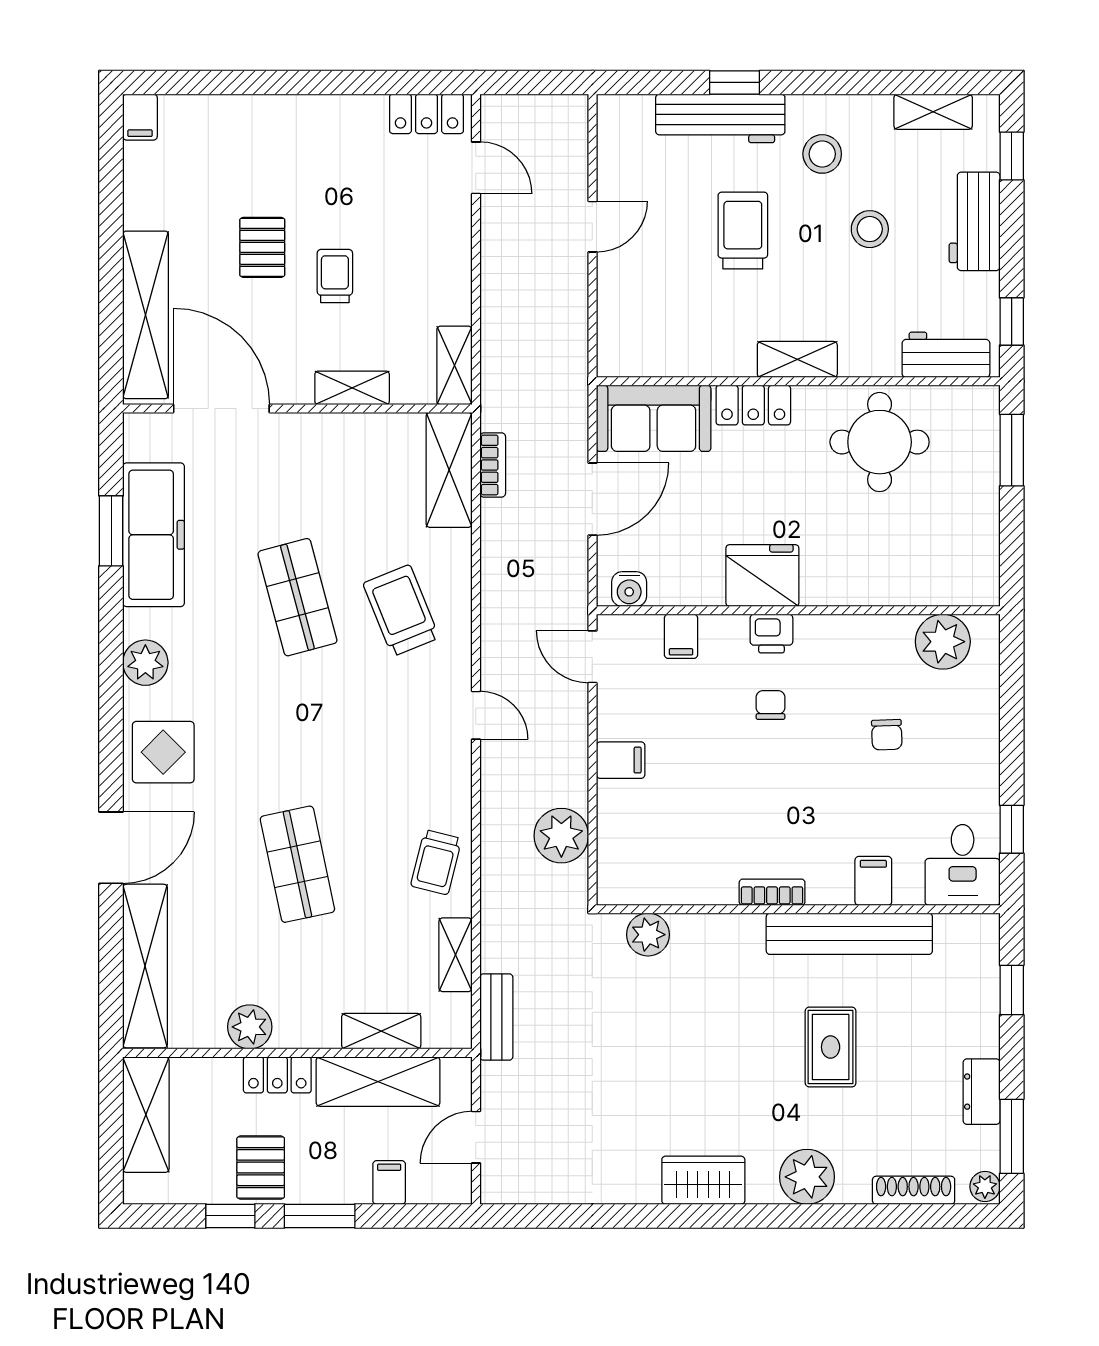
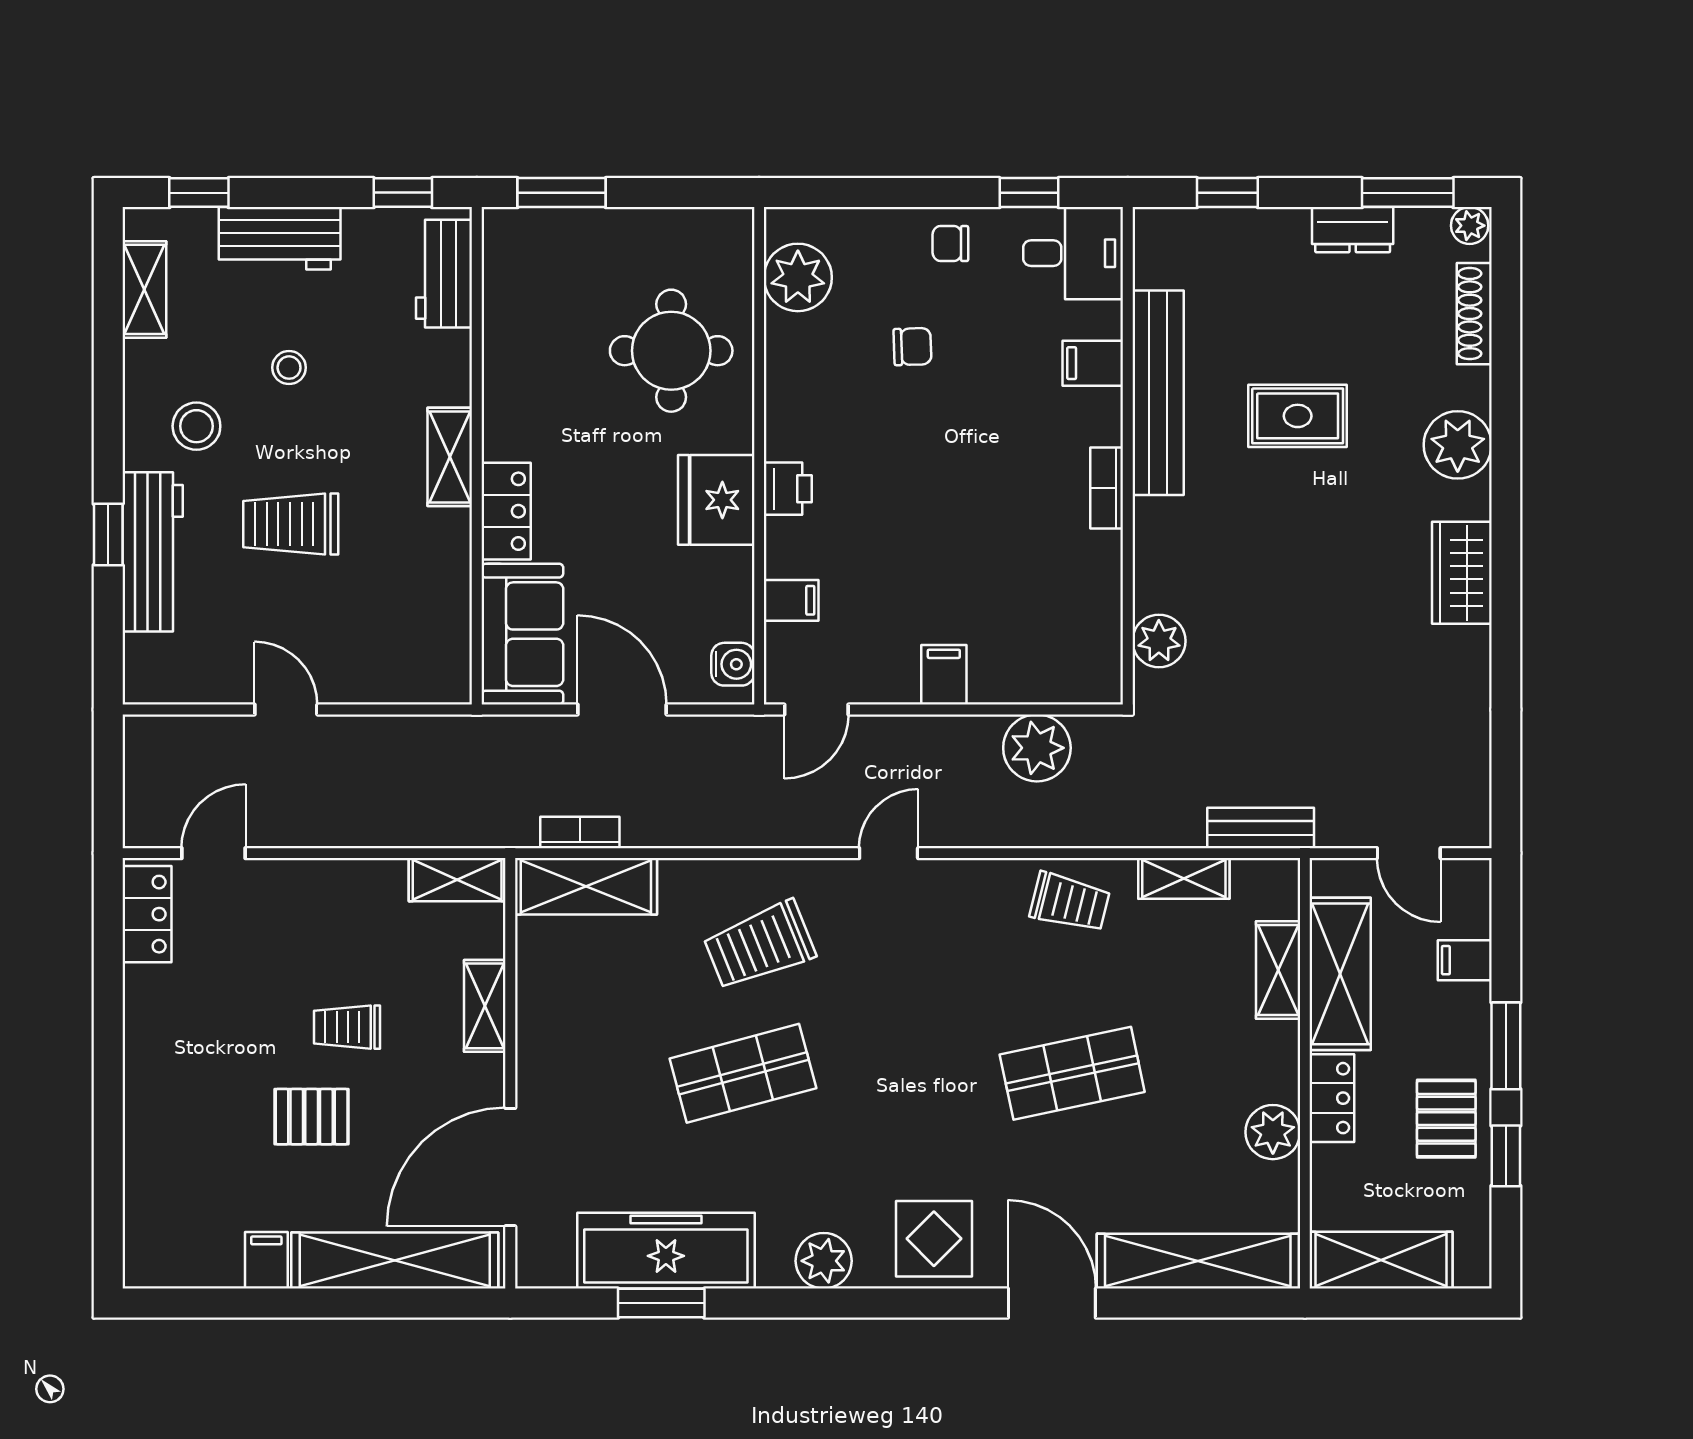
filing cabinet: (140, 117) -> (266, 1260), moved, turned -90
stool: (870, 229) -> (289, 368), width x0.73, depth x0.73
round table: (880, 442) -> (671, 351), moved
chair: (771, 705) -> (950, 244), moved
pallet: (261, 1168) -> (1446, 1119), turned 90

